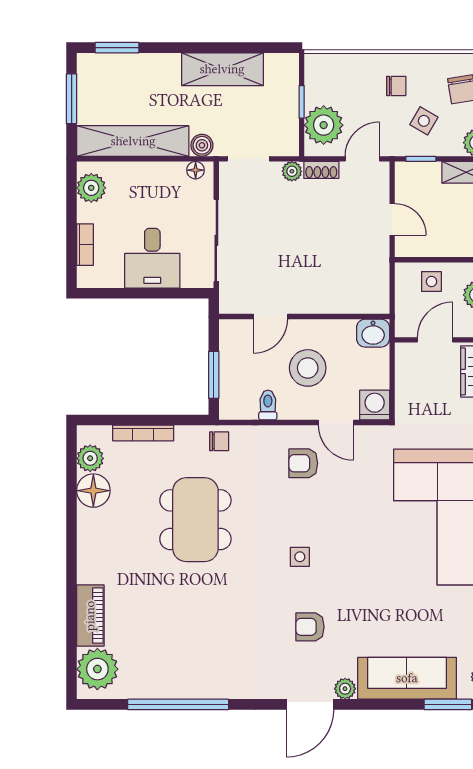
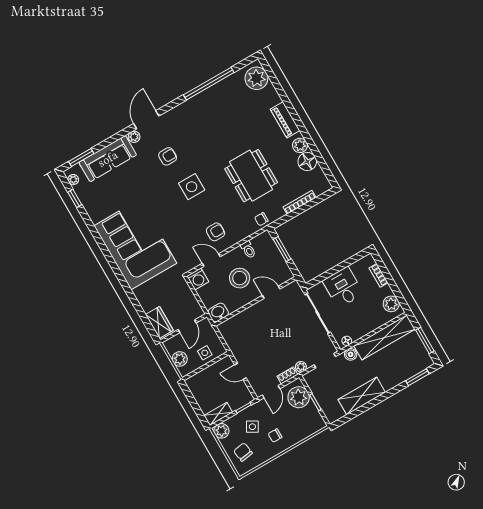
door: (271, 317) -> (271, 292), hinge flipped
plant: (90, 458) -> (300, 145), moved
side table: (300, 557) -> (192, 187), width x1.87, depth x1.87
piano: (90, 616) -> (285, 120), moved

